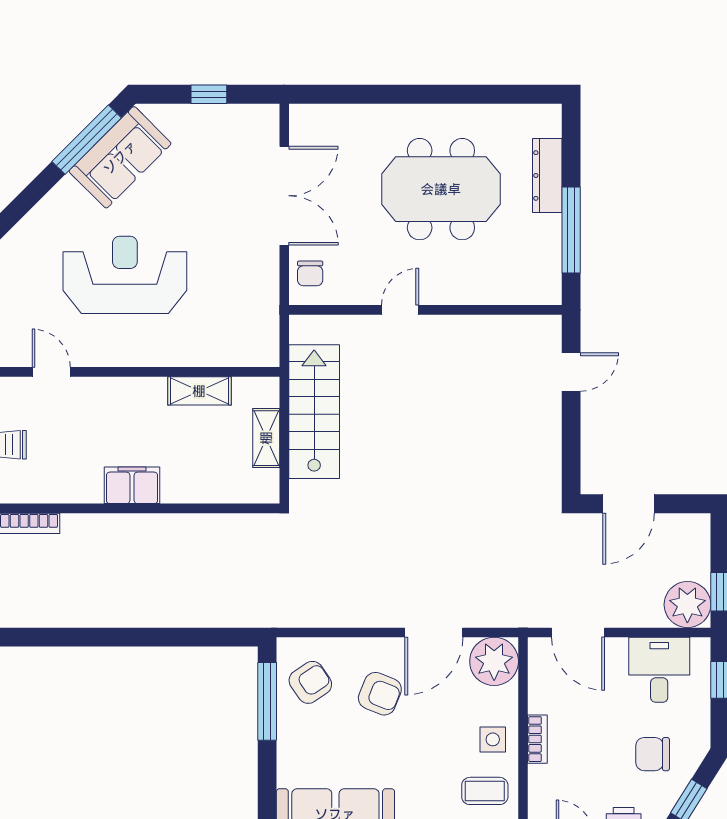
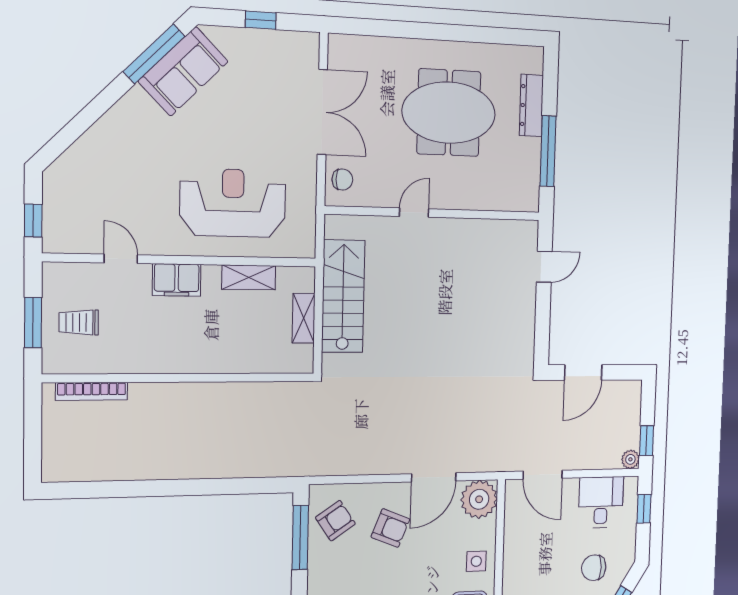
chair: (310, 273) -> (342, 180), turned -90
reception desk: (125, 275) -> (233, 203), moved
filing cabinet: (132, 485) -> (177, 280), moved, turned 180
plant: (687, 605) -> (630, 459), width x0.53, depth x0.53
bookcase: (537, 739) -> (510, 560), removed

